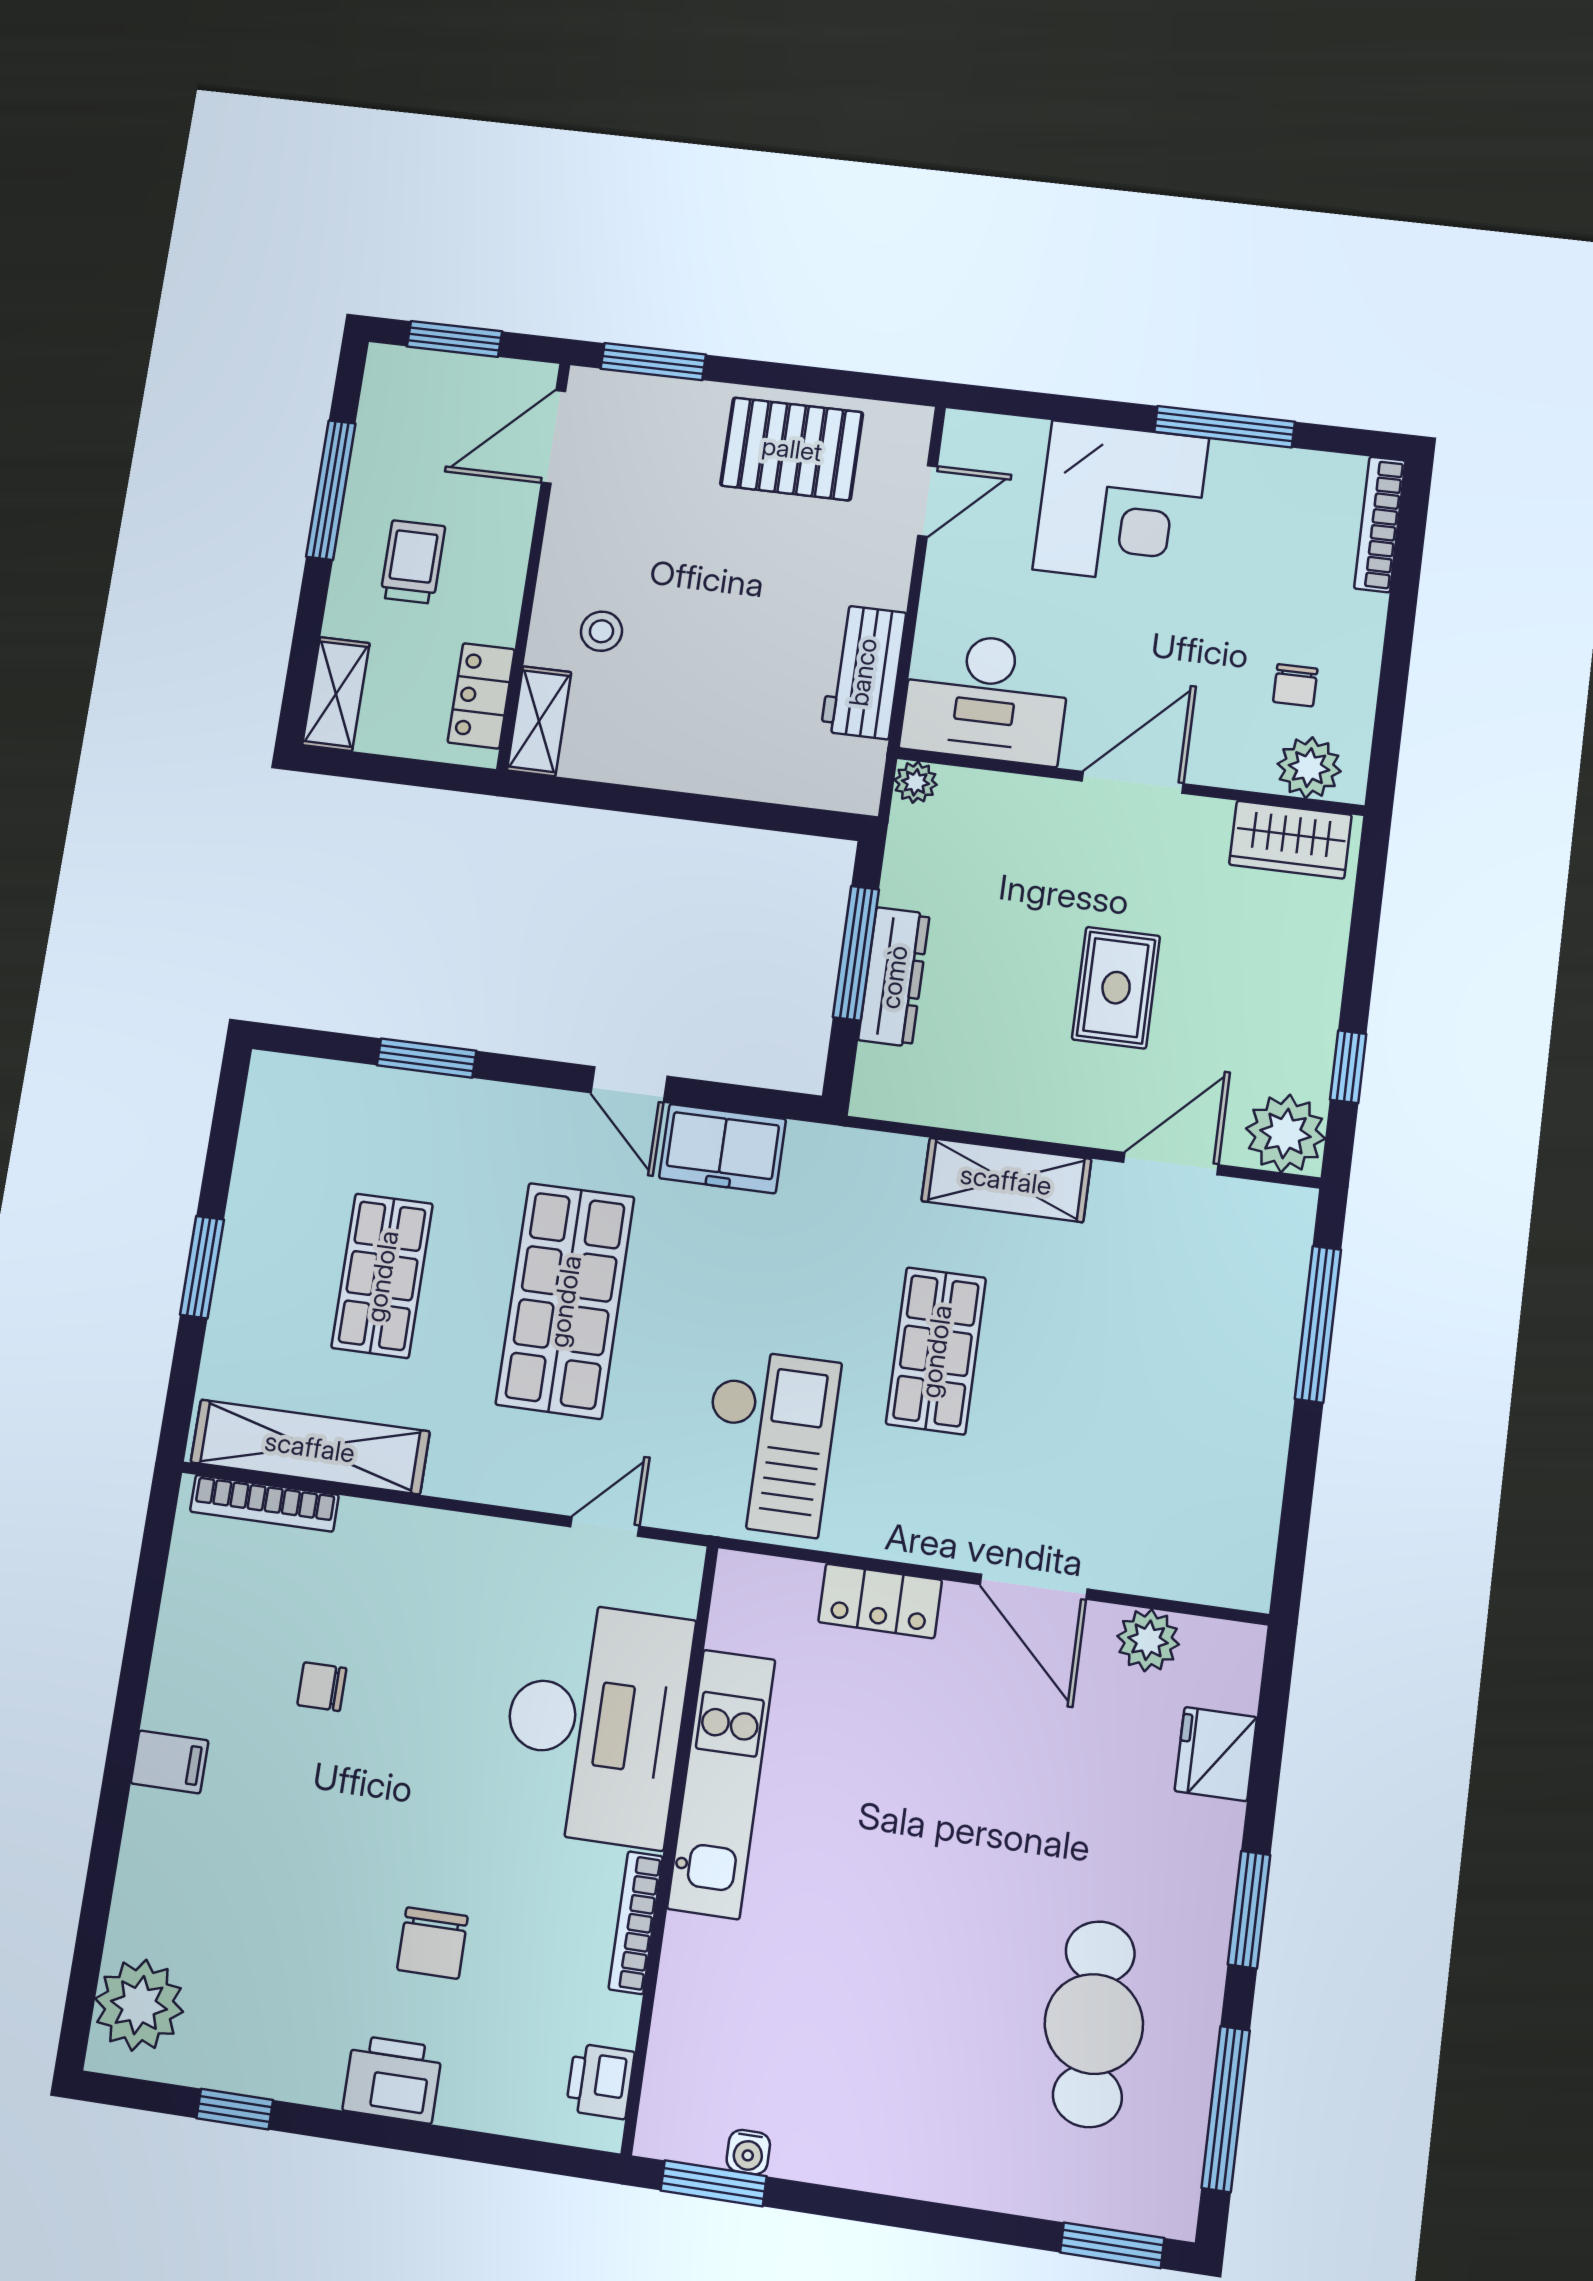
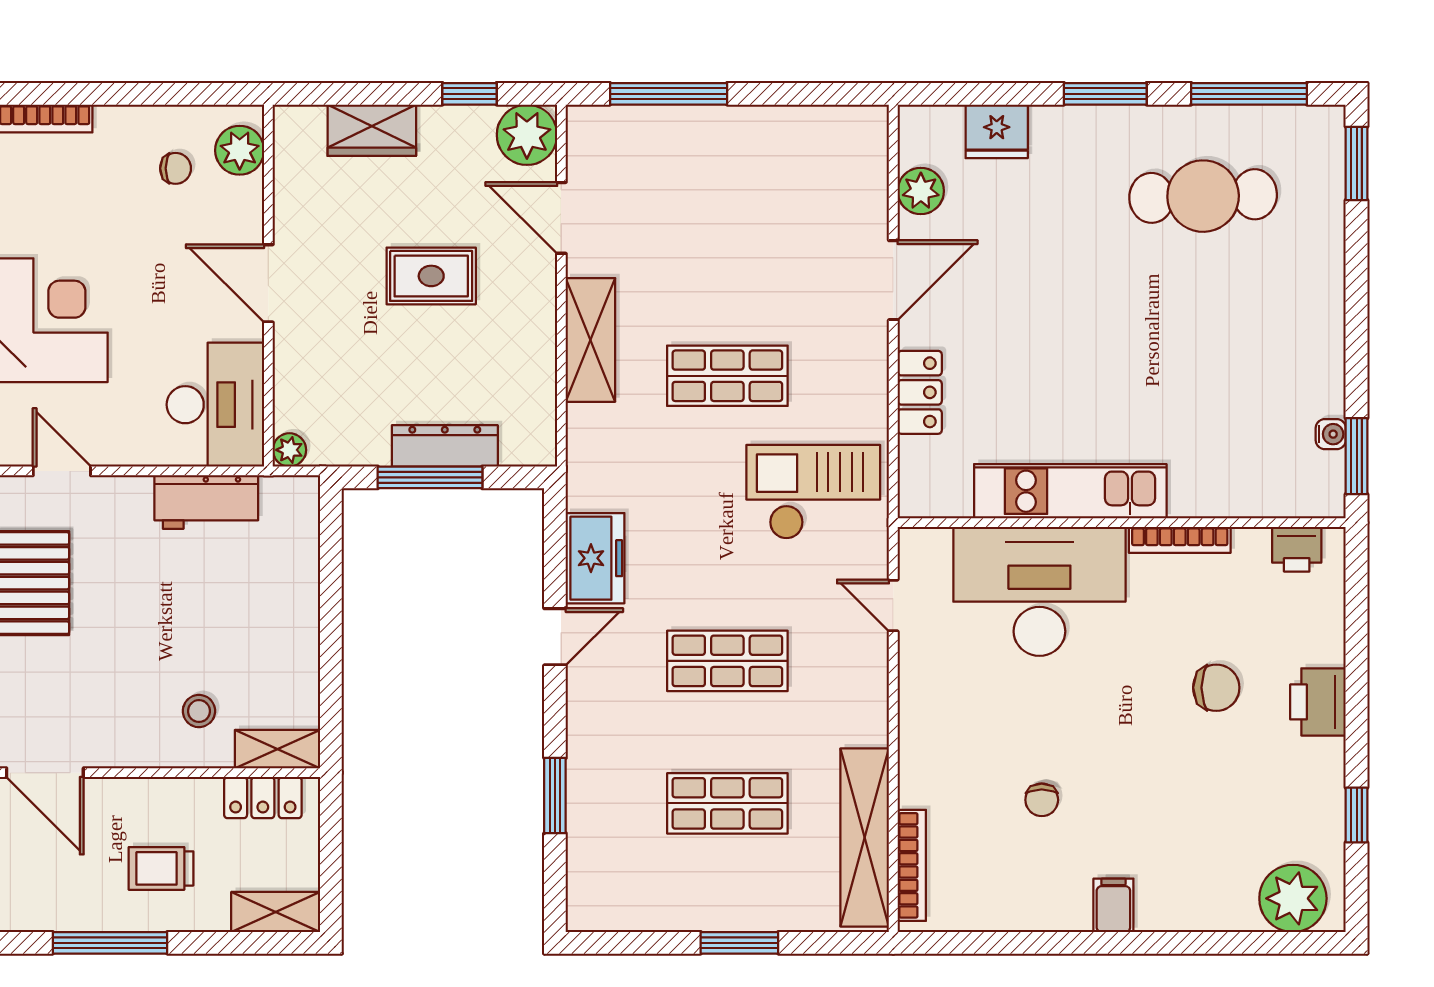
wardrobe: (1290, 840) -> (372, 130), moved, turned 90
shop shelf: (565, 1301) -> (727, 661), width x0.70, depth x0.74

